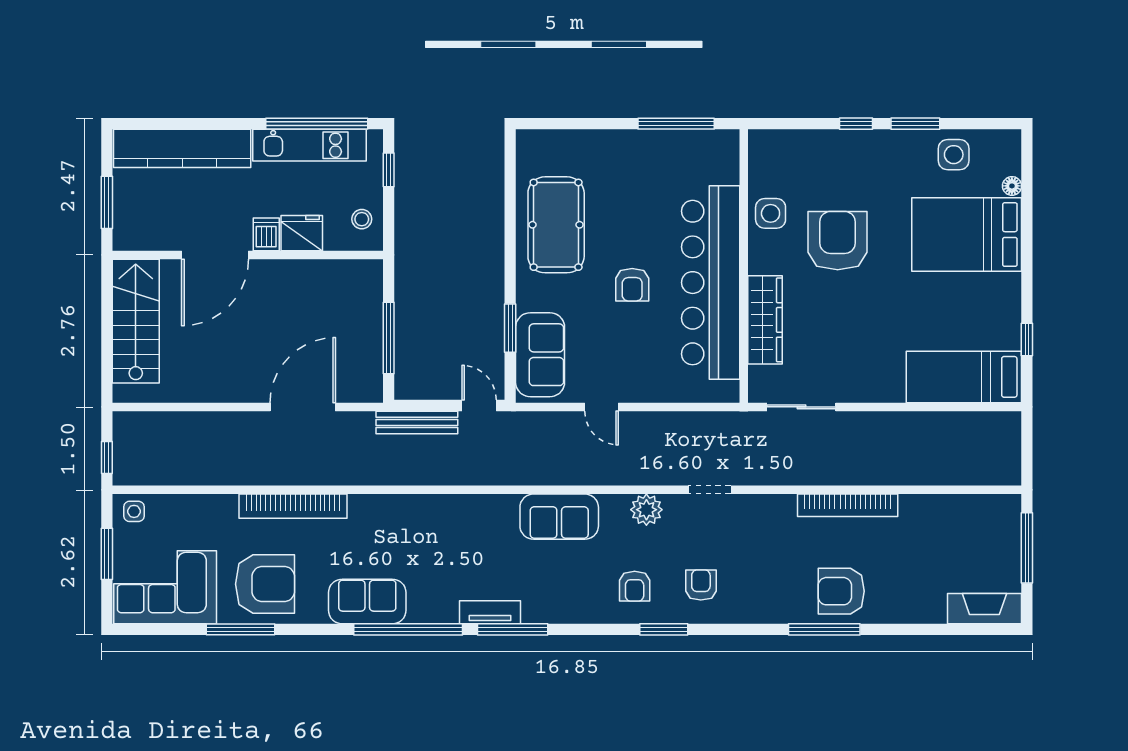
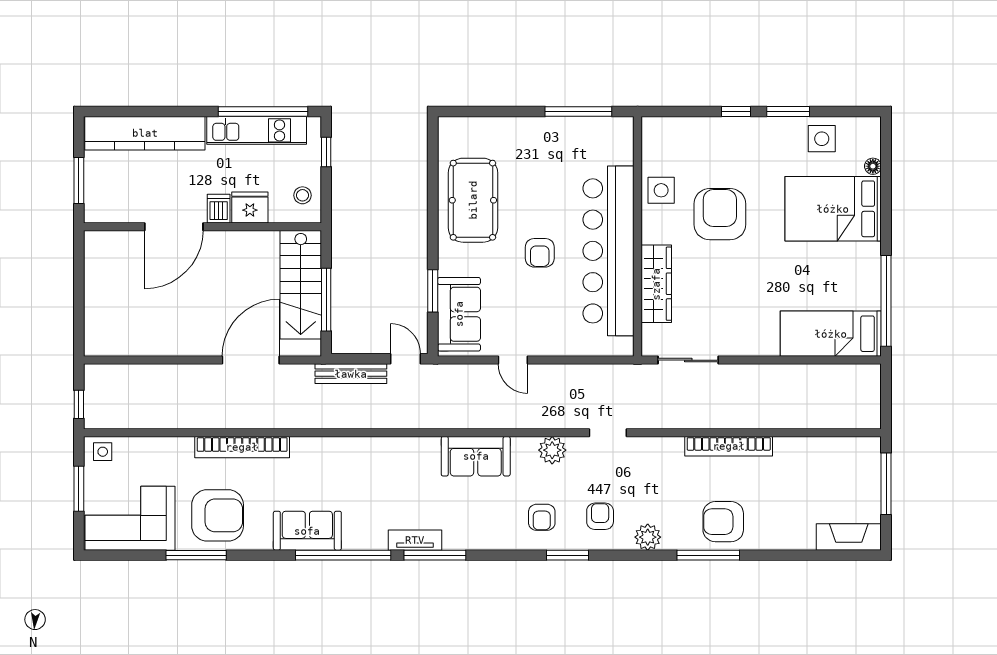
stairs: (136, 321) -> (301, 285), moved, turned 180
window: (1027, 339) -> (886, 301), width x3.17
plant: (755, 609) -> (648, 537), added

